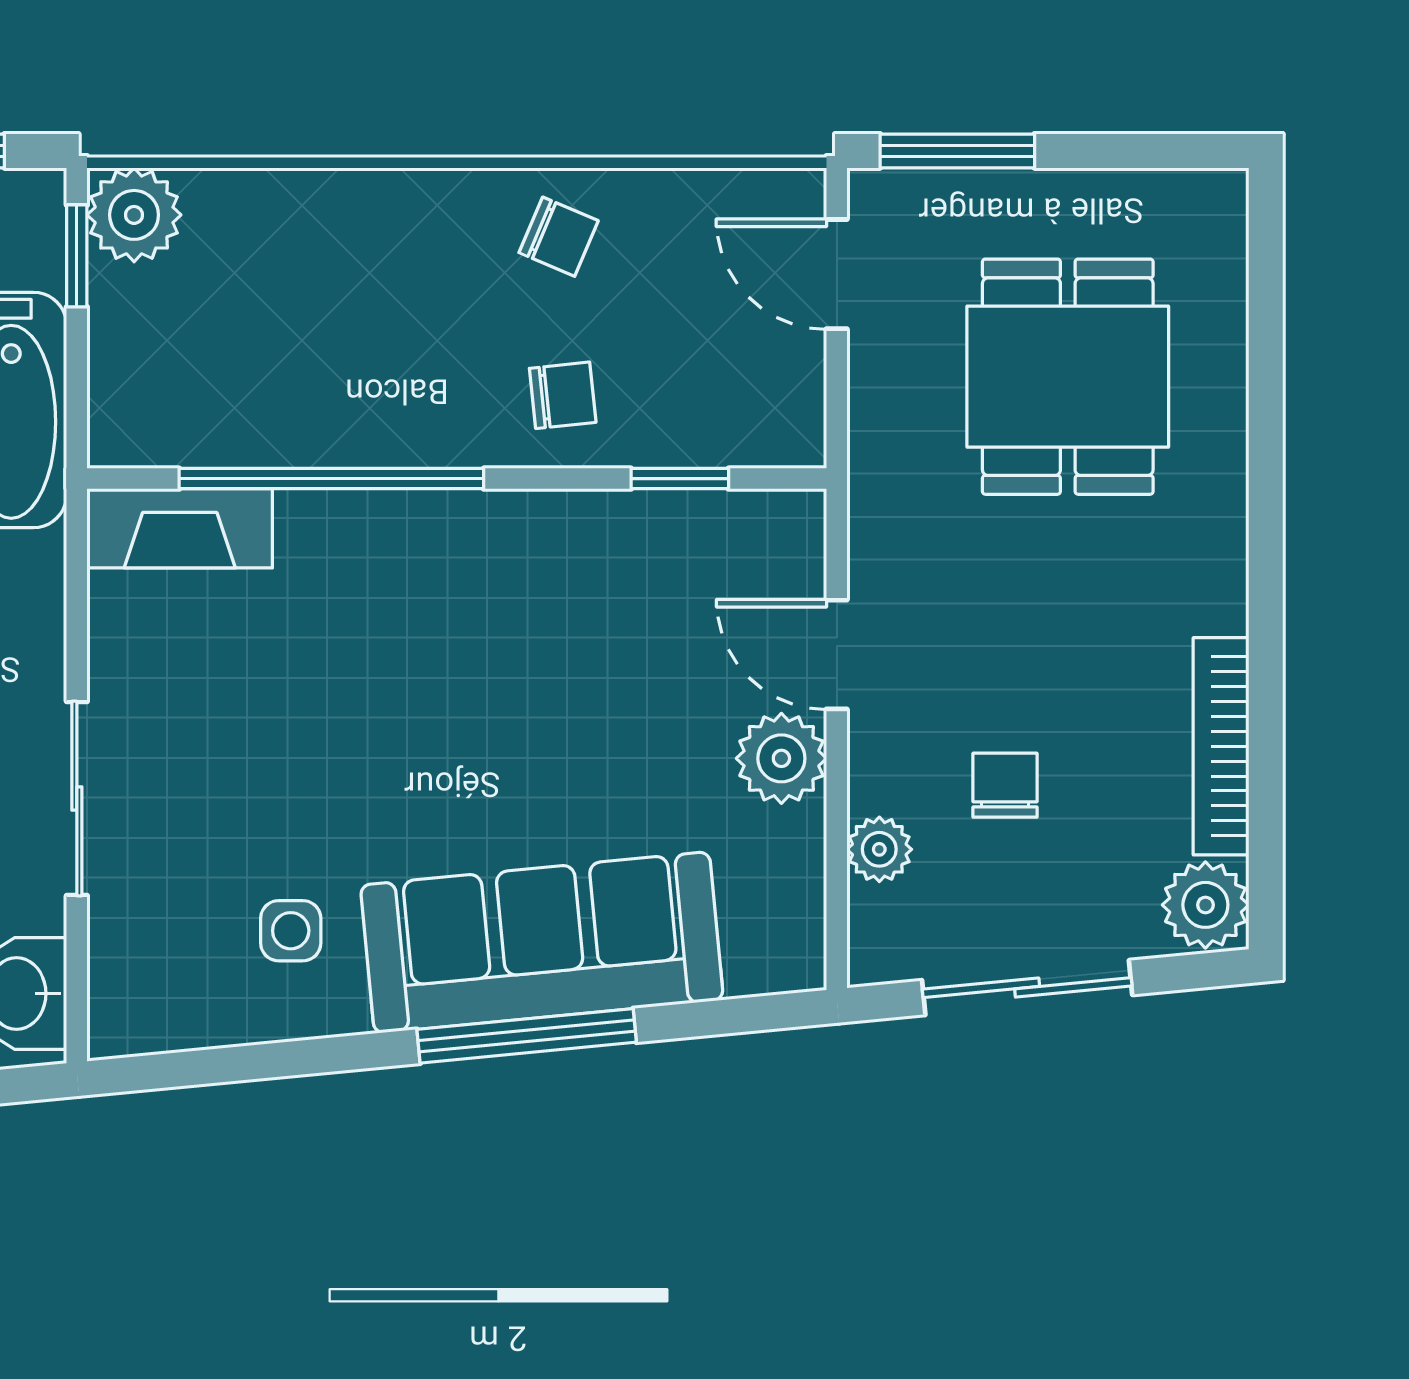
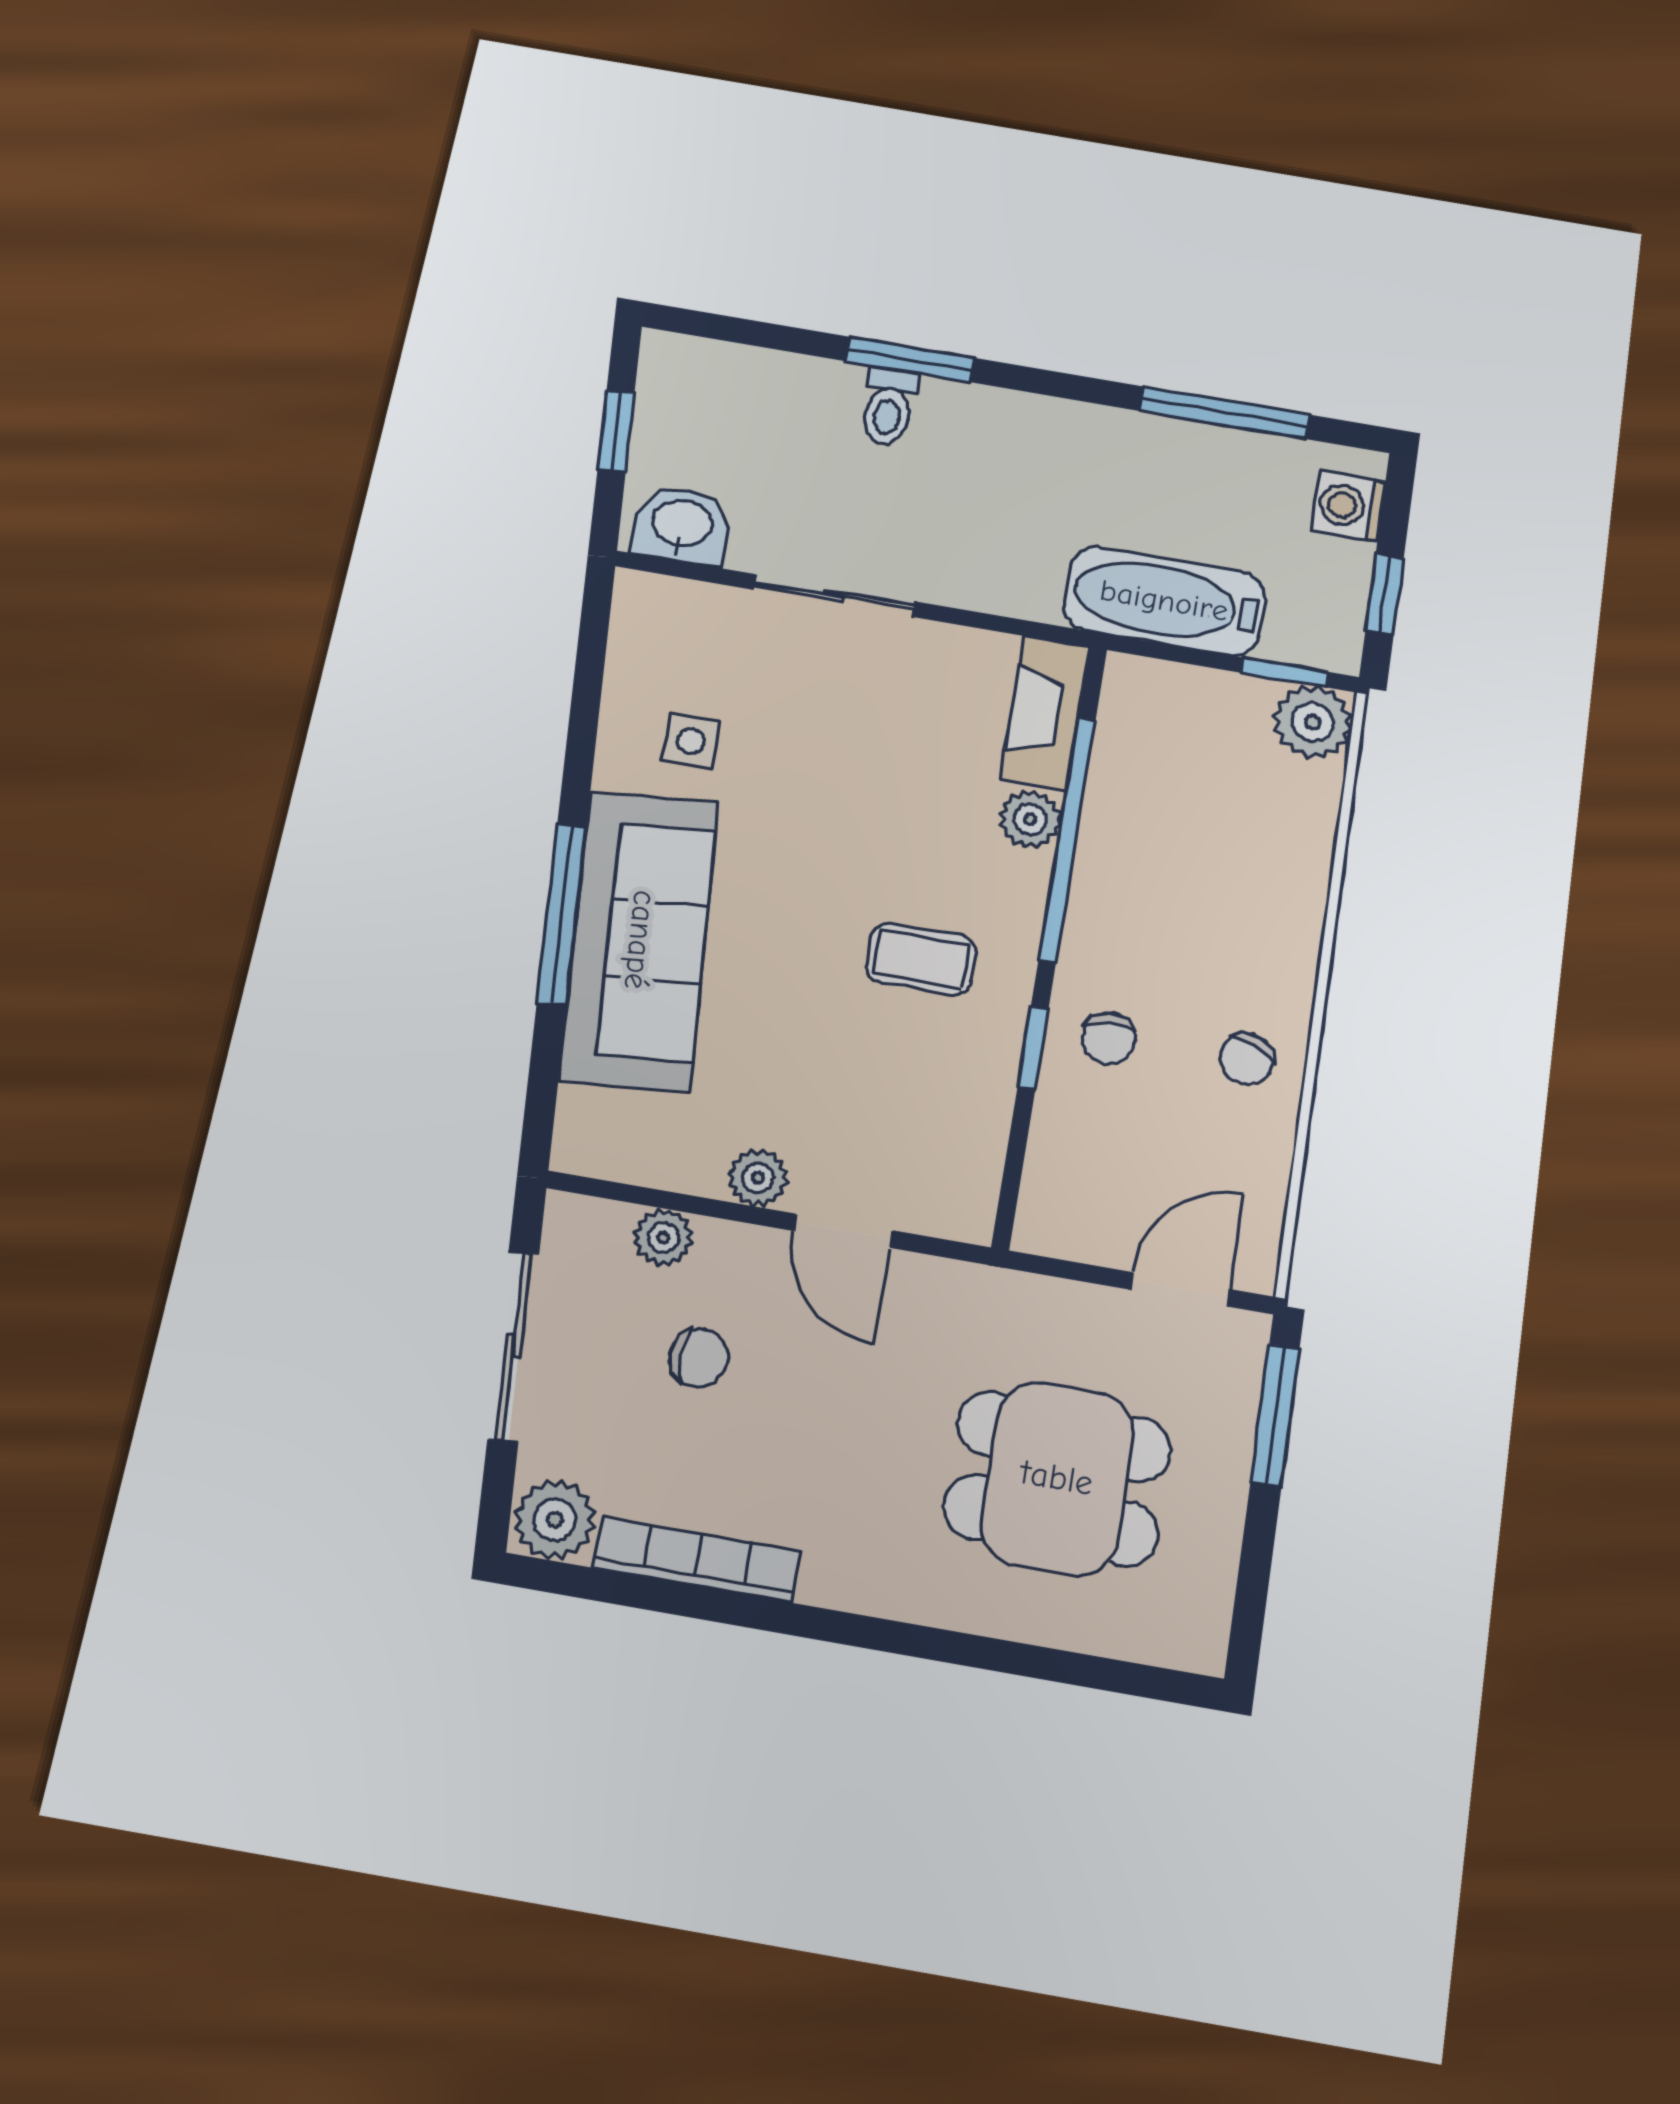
window: (680, 479) -> (1033, 1048), moved
plant: (315, 525) -> (1030, 819), added
coffee table: (507, 621) -> (921, 959), added
door: (837, 655) -> (843, 1231), swing flipped
plant: (781, 758) -> (758, 1178), width x0.73, depth x0.73

